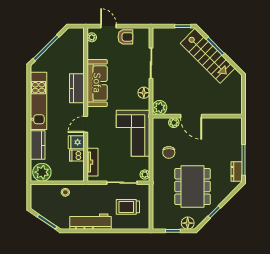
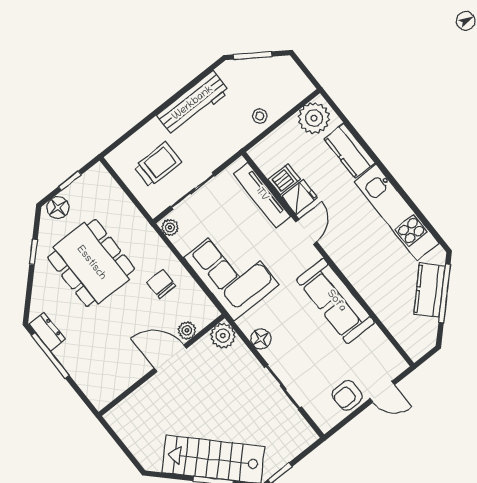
plant: (92, 37) -> (393, 358), removed
kitchen counter: (77, 88) -> (429, 290), moved, turned -135
tv unit: (92, 162) -> (262, 195), width x1.41

